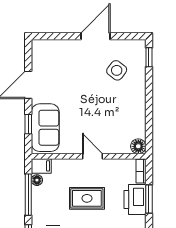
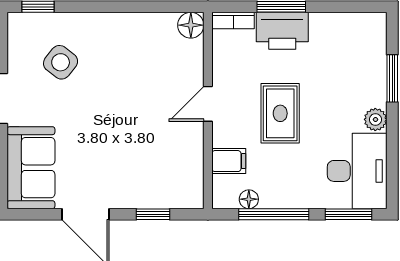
sofa: (45, 128) -> (31, 168), moved, turned 90
filing cabinet: (41, 166) -> (229, 161), moved, turned 90

